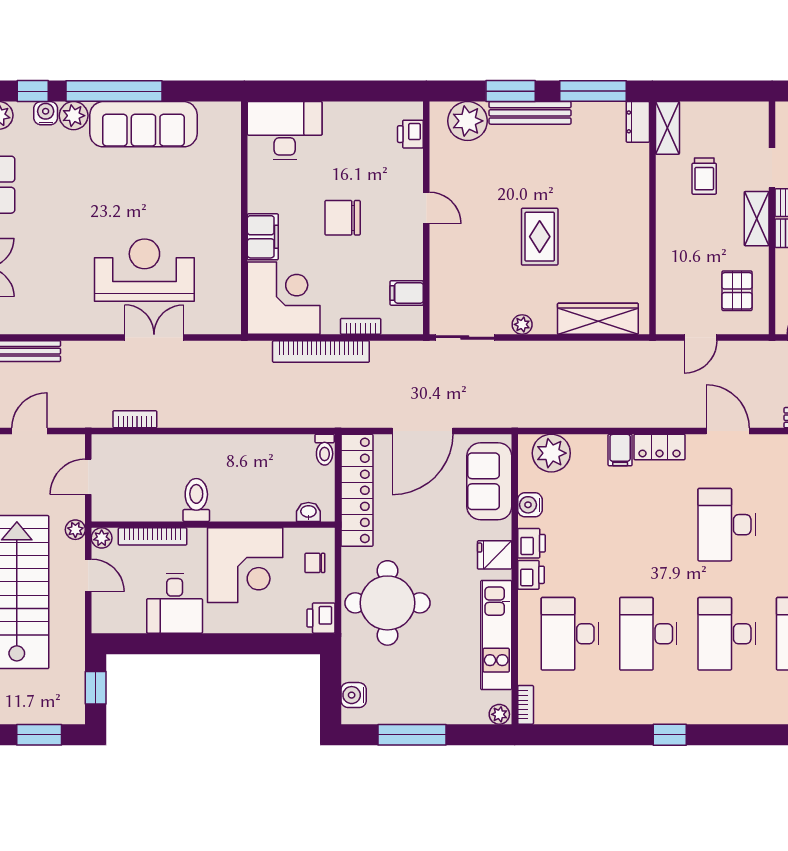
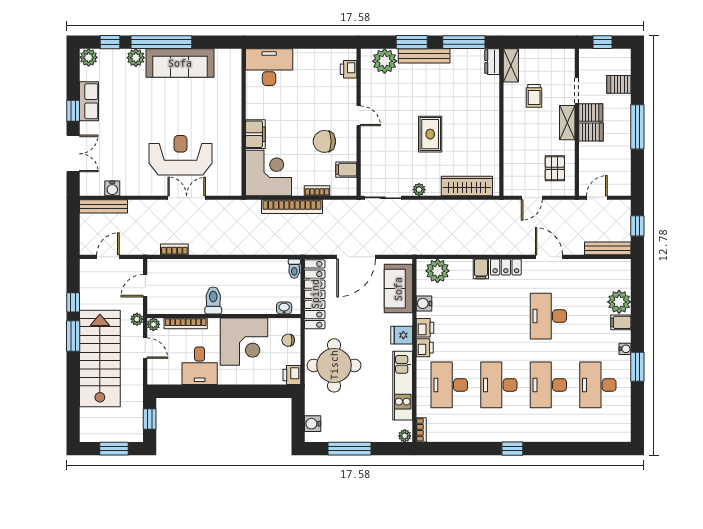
water cooler: (46, 113) -> (112, 188), moved, turned 180
chair: (343, 218) -> (324, 141), moved

